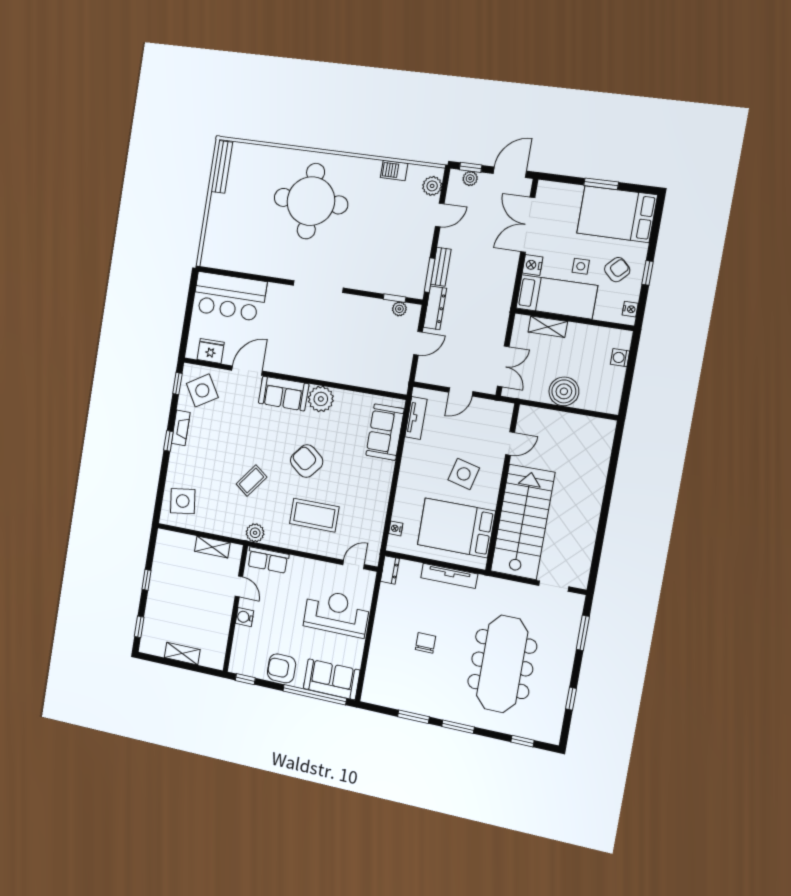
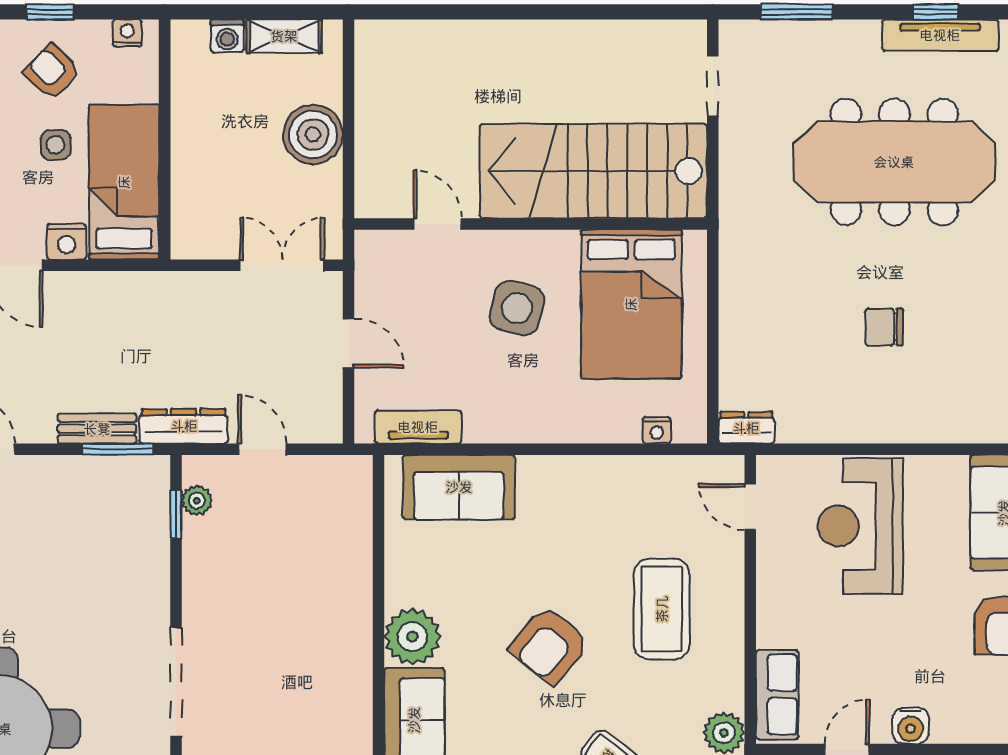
shelving: (548, 327) -> (284, 36), moved, turned 90
tv unit: (449, 576) -> (940, 35), moved, turned 90

